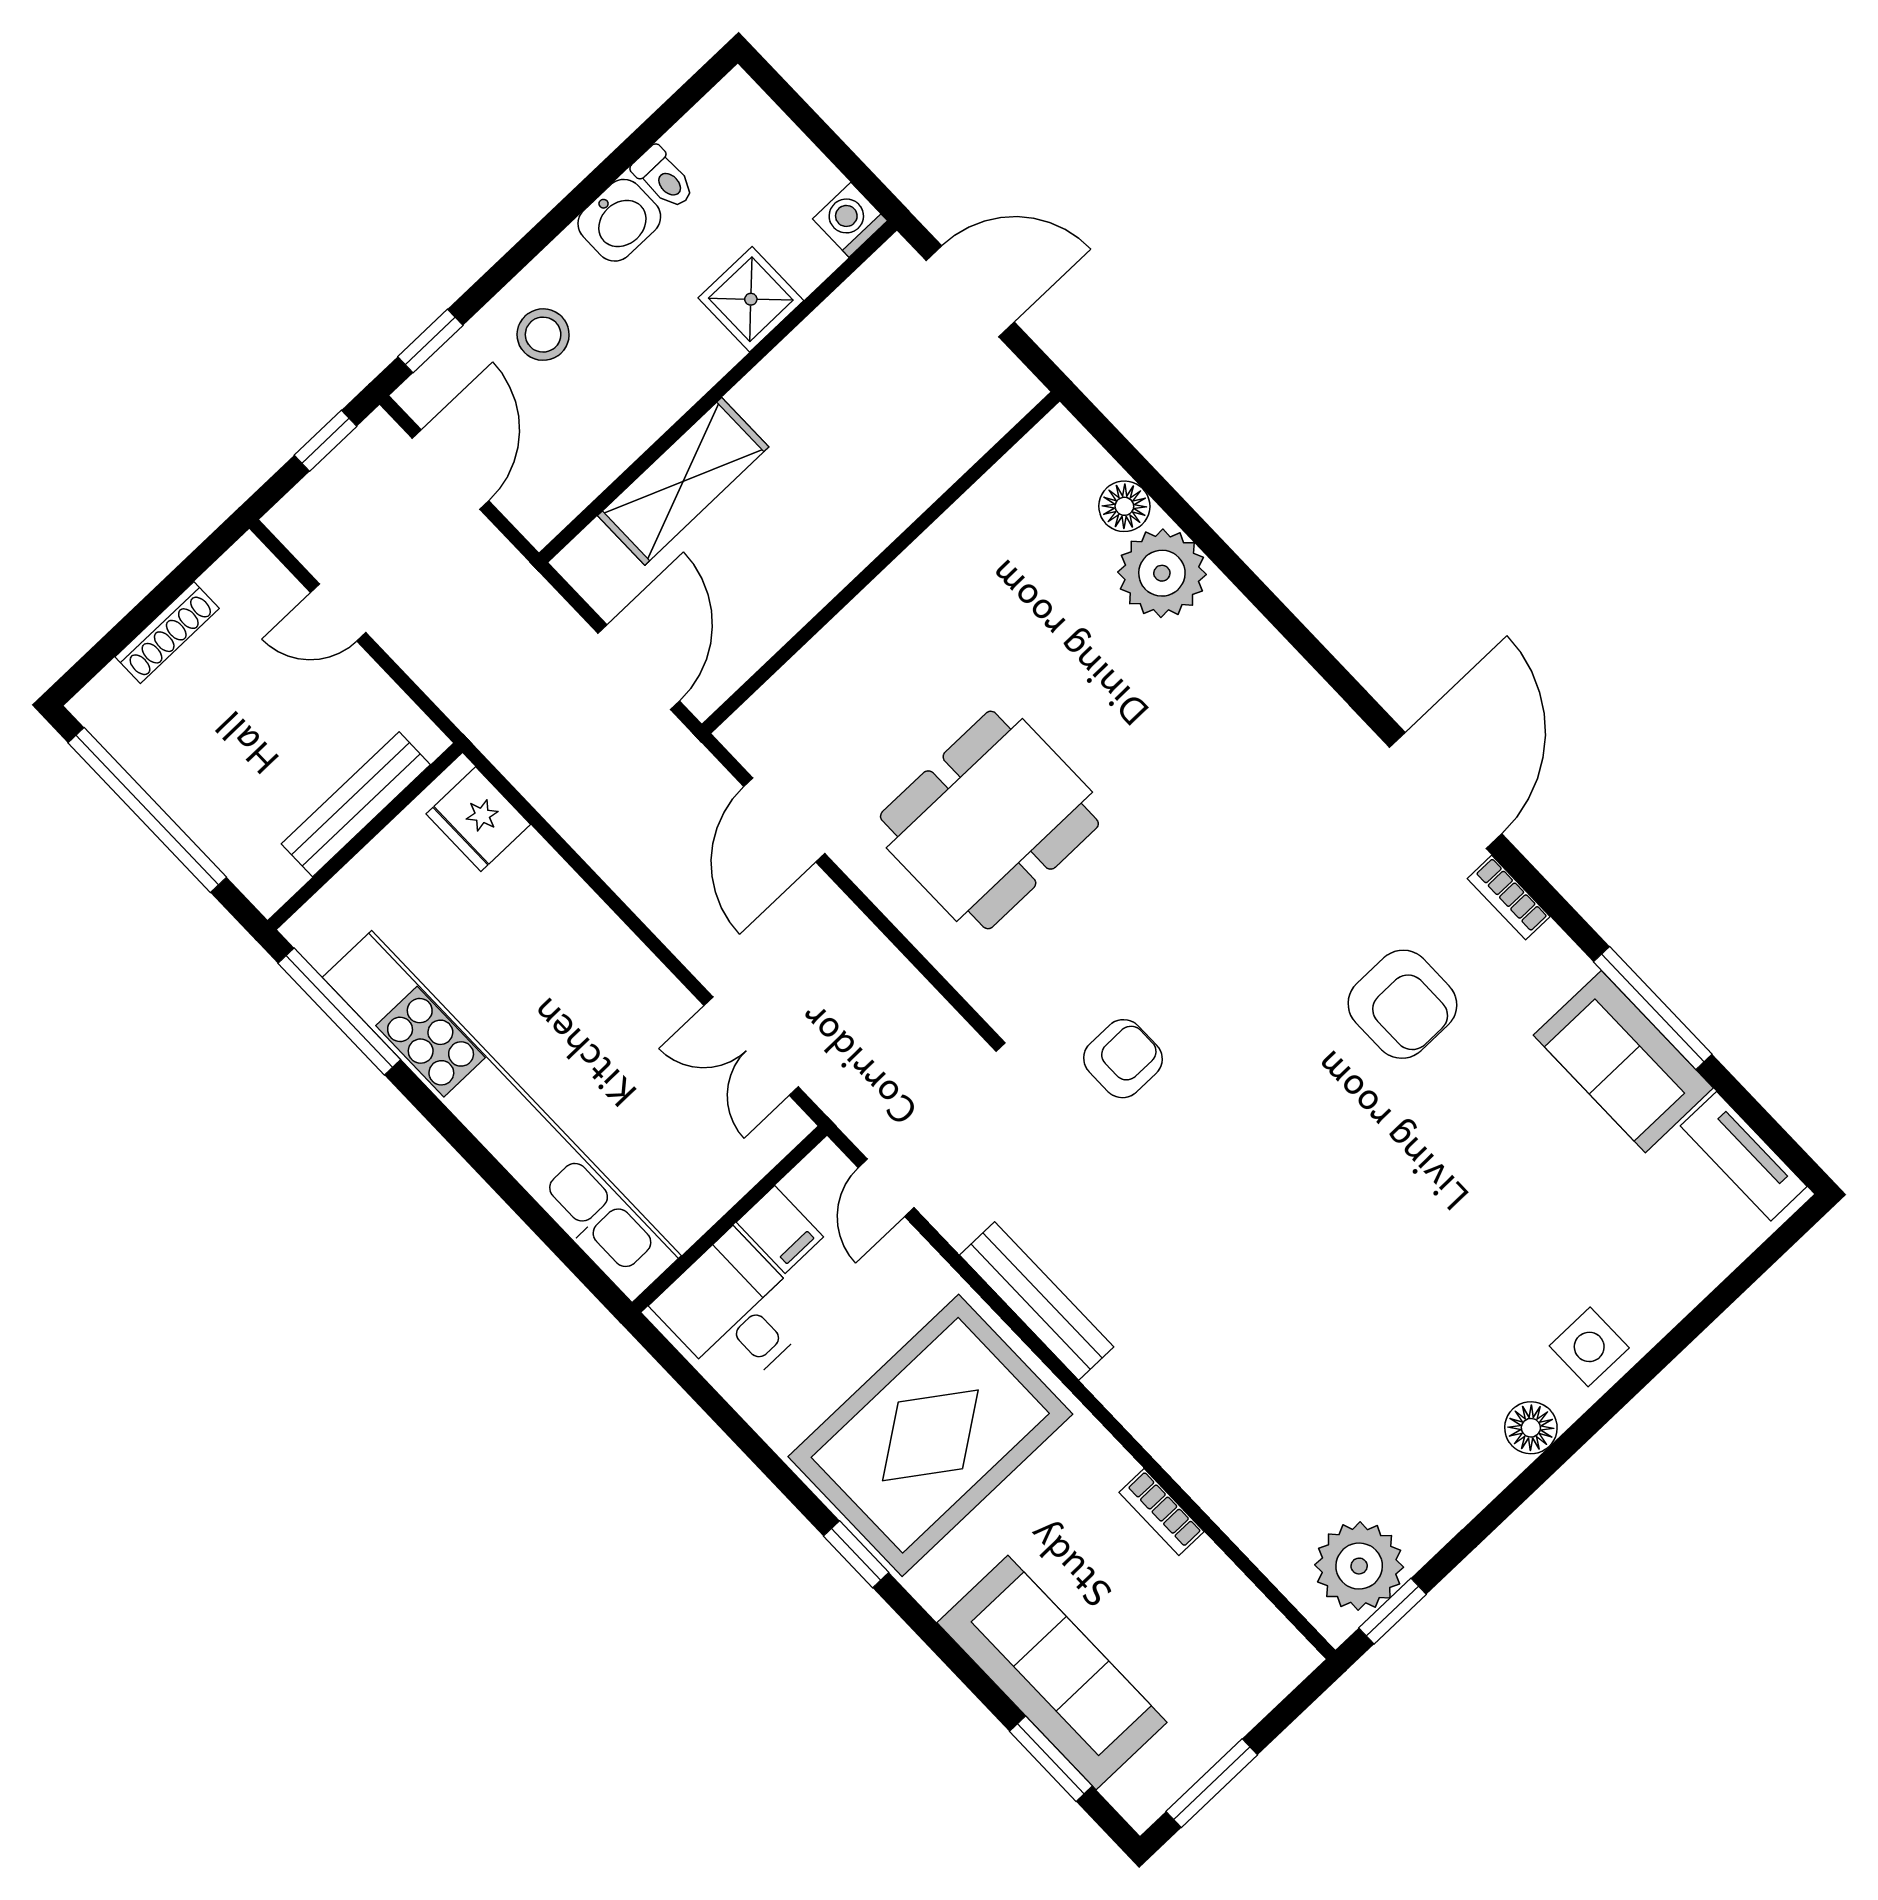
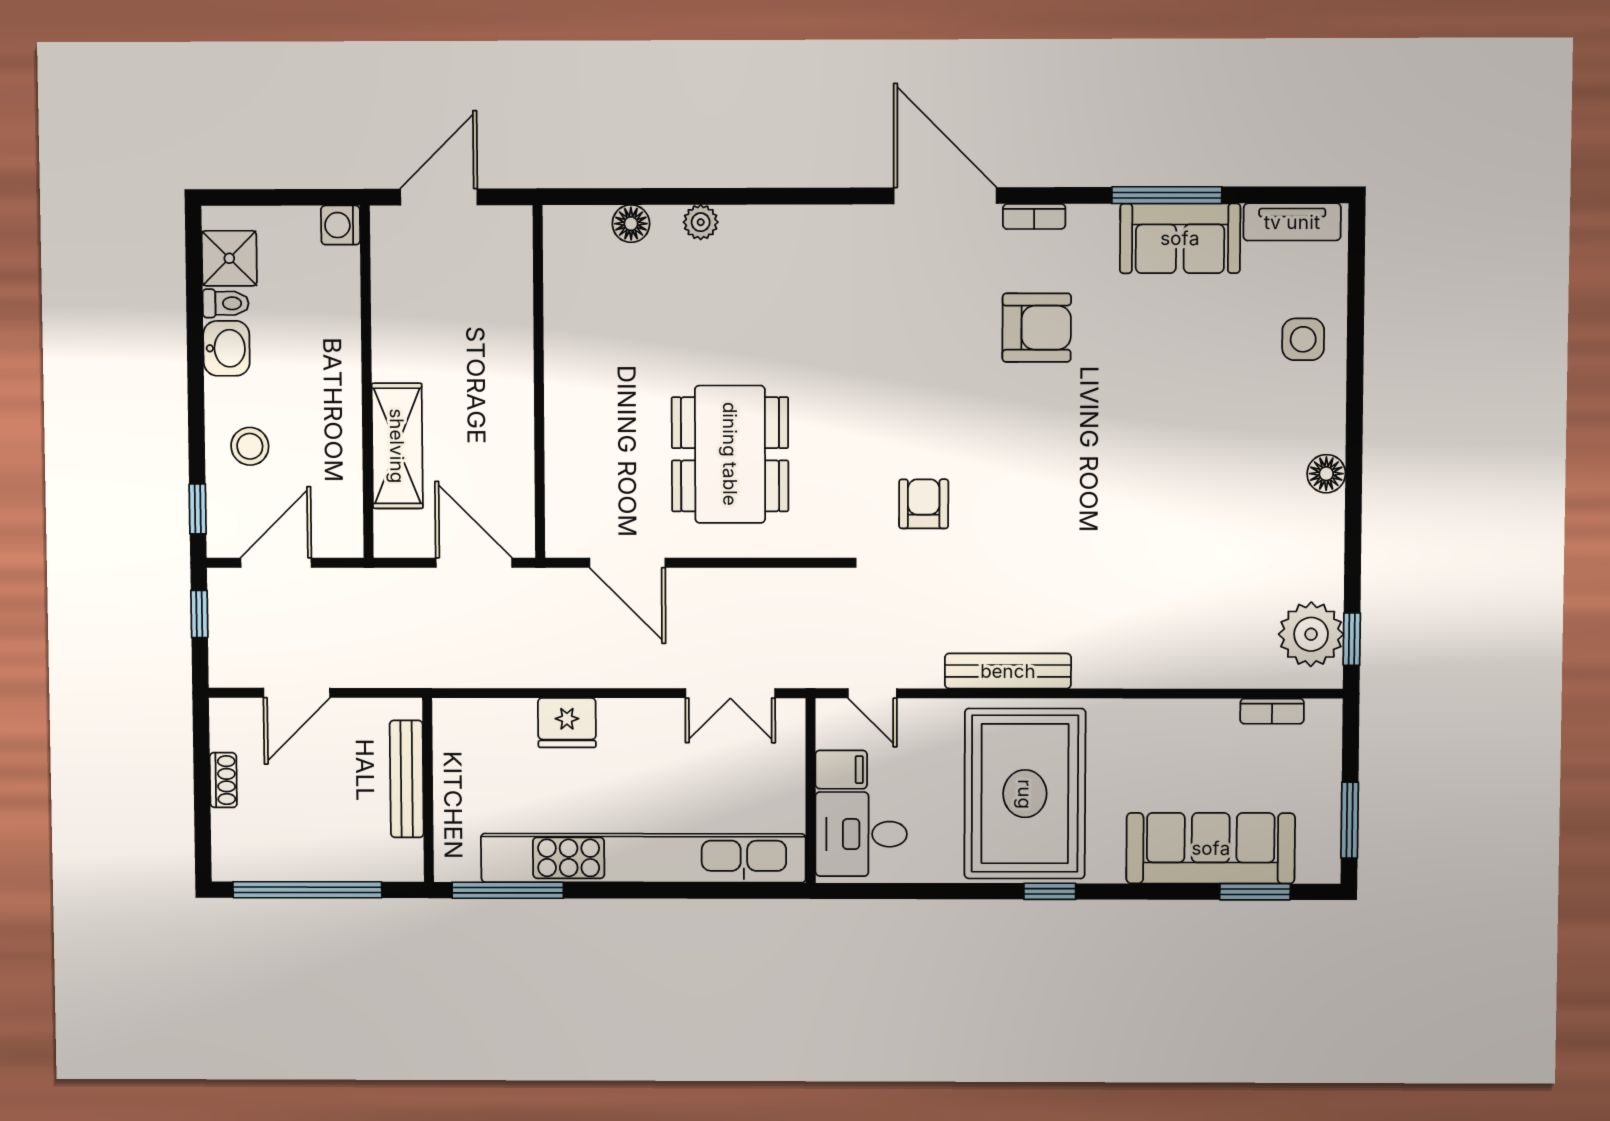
shower: (751, 299) -> (229, 258), moved
door: (451, 470) -> (276, 563), hinge flipped
plant: (1162, 573) -> (701, 222), width x0.53, depth x0.53
door: (338, 613) -> (297, 693), width x1.38
shoe rack: (167, 633) -> (223, 780), width x0.70
fridge: (478, 819) -> (567, 723), moved
side table: (1589, 1347) -> (1303, 339), moved
bookcase: (1161, 1512) -> (1272, 711), moved

